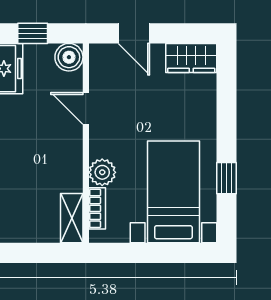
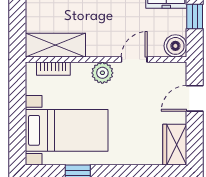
plant: (102, 172) -> (102, 73), moved
shelving: (72, 218) -> (55, 45), width x1.50, depth x1.33

